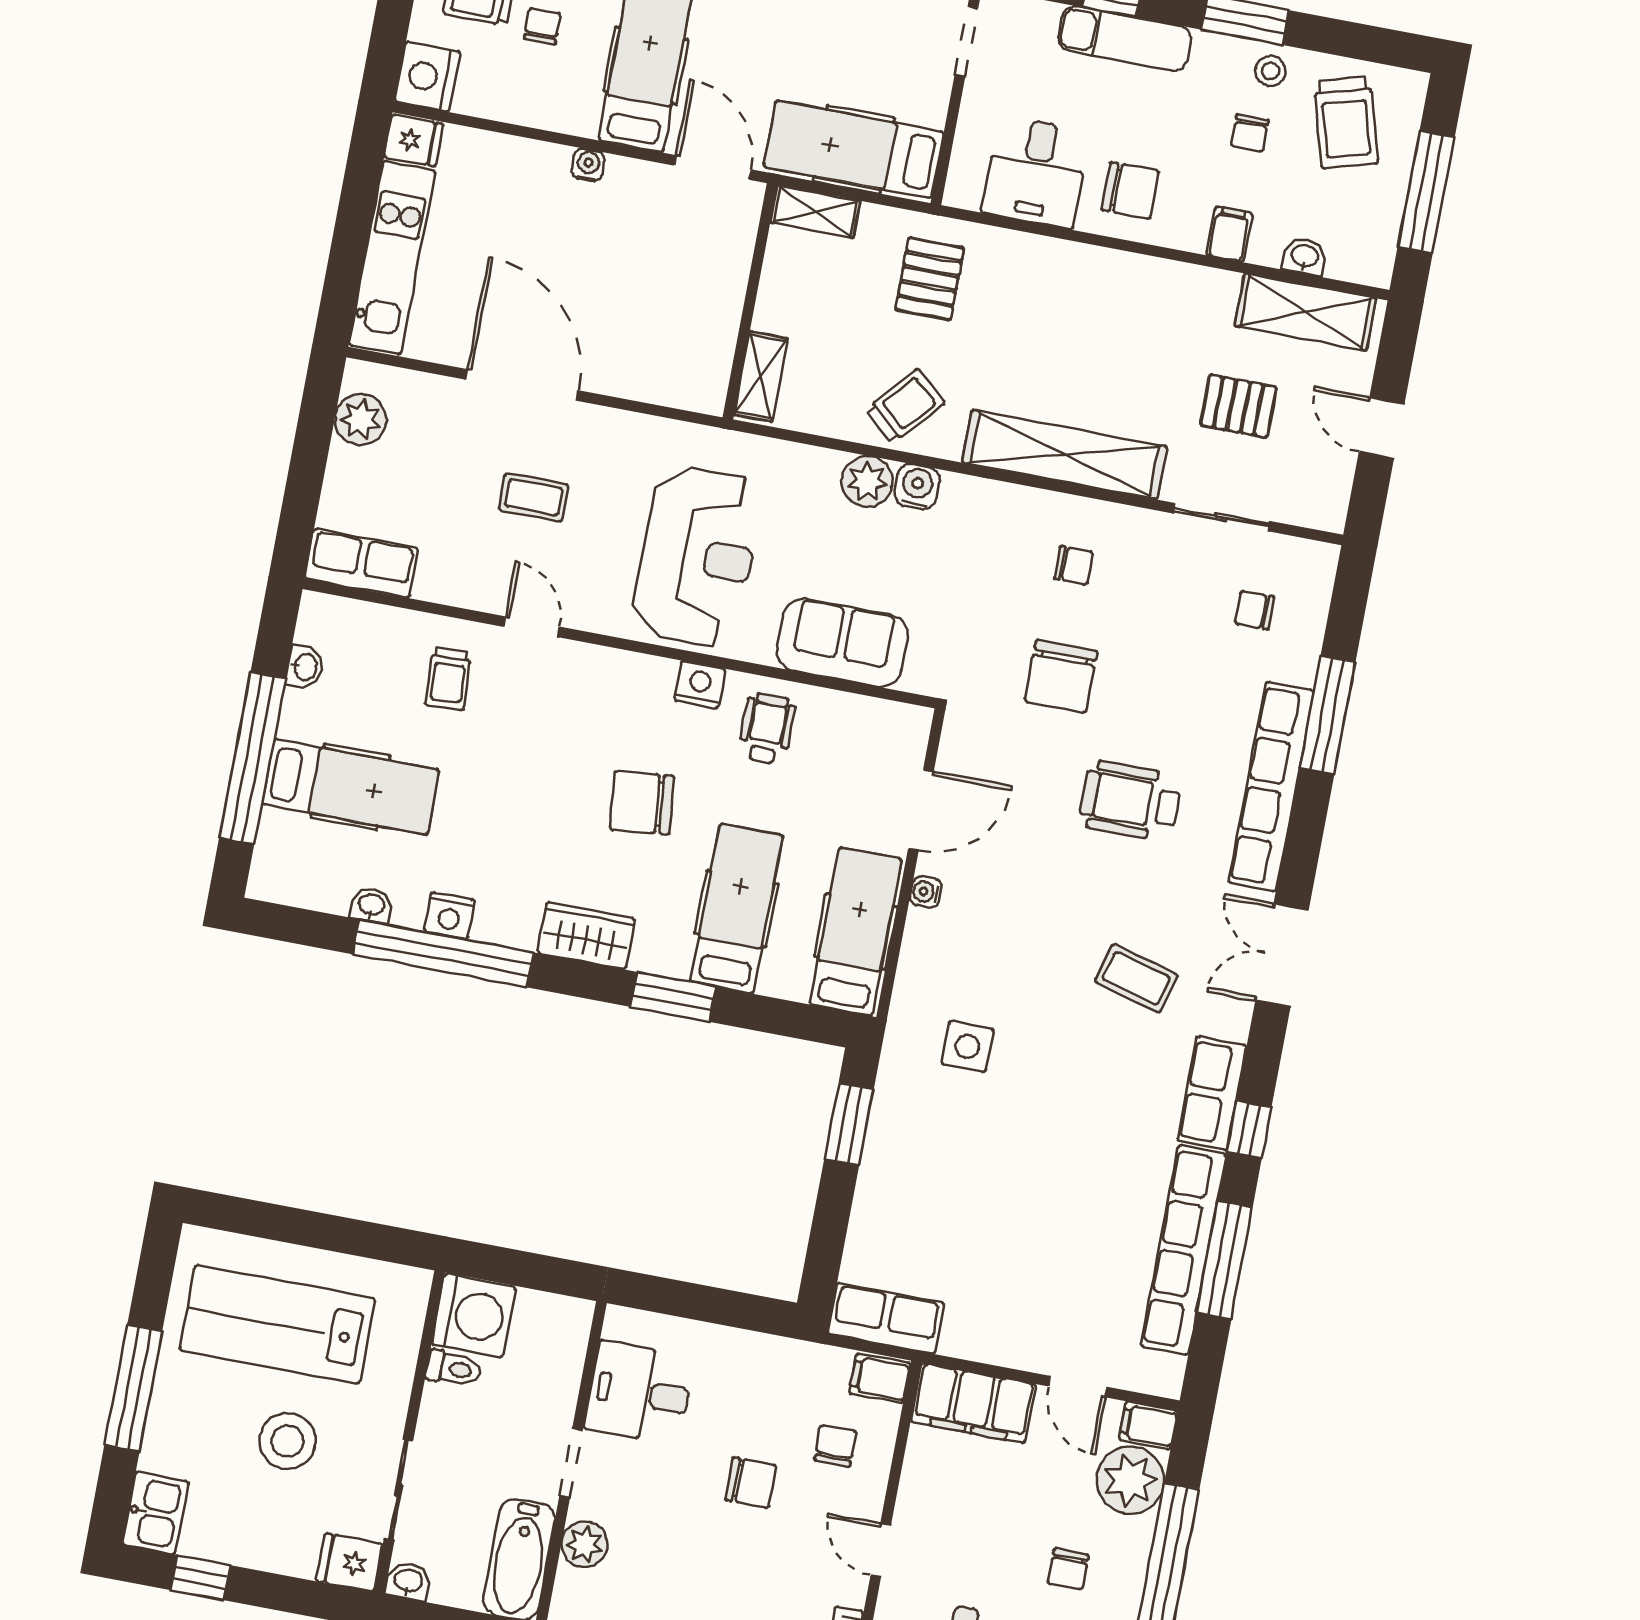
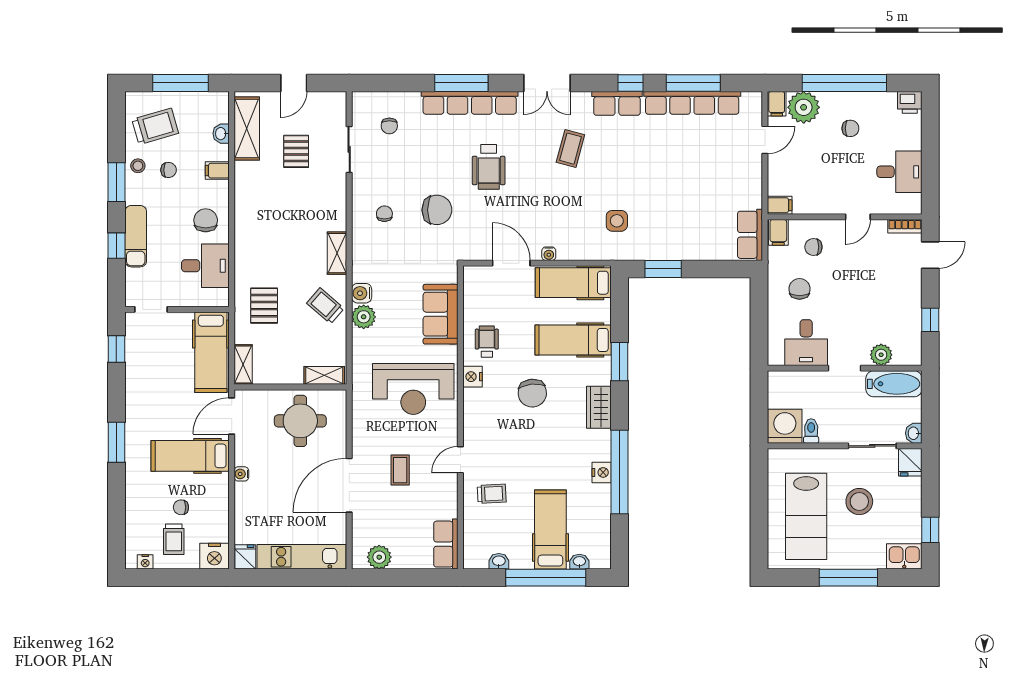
pallet: (930, 279) -> (264, 306), turned 90
round table: (675, 309) -> (300, 421), added
shelving: (1065, 455) -> (337, 253), width x0.45, depth x0.75
reception desk: (697, 556) -> (413, 389), turned 180
window: (1327, 715) -> (461, 83), moved
wheelchair: (767, 728) -> (487, 342), turned 90
washbasin: (371, 905) -> (579, 562), moved, turned 90
filing cabinet: (973, 1403) -> (780, 205), width x0.33, depth x0.86
chair: (751, 1483) -> (800, 289), moved

